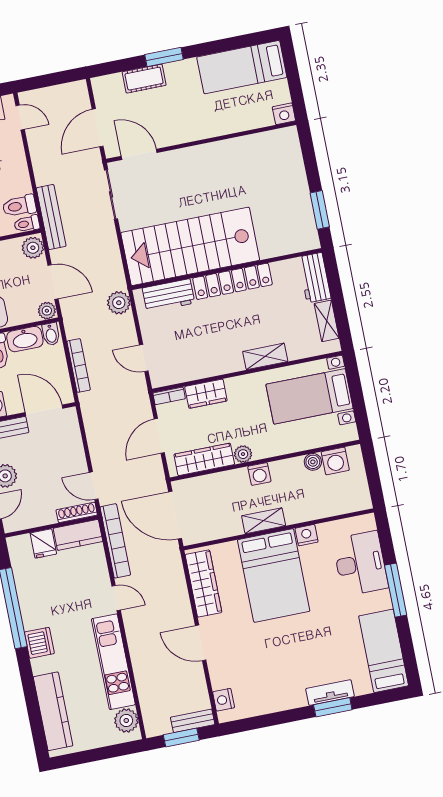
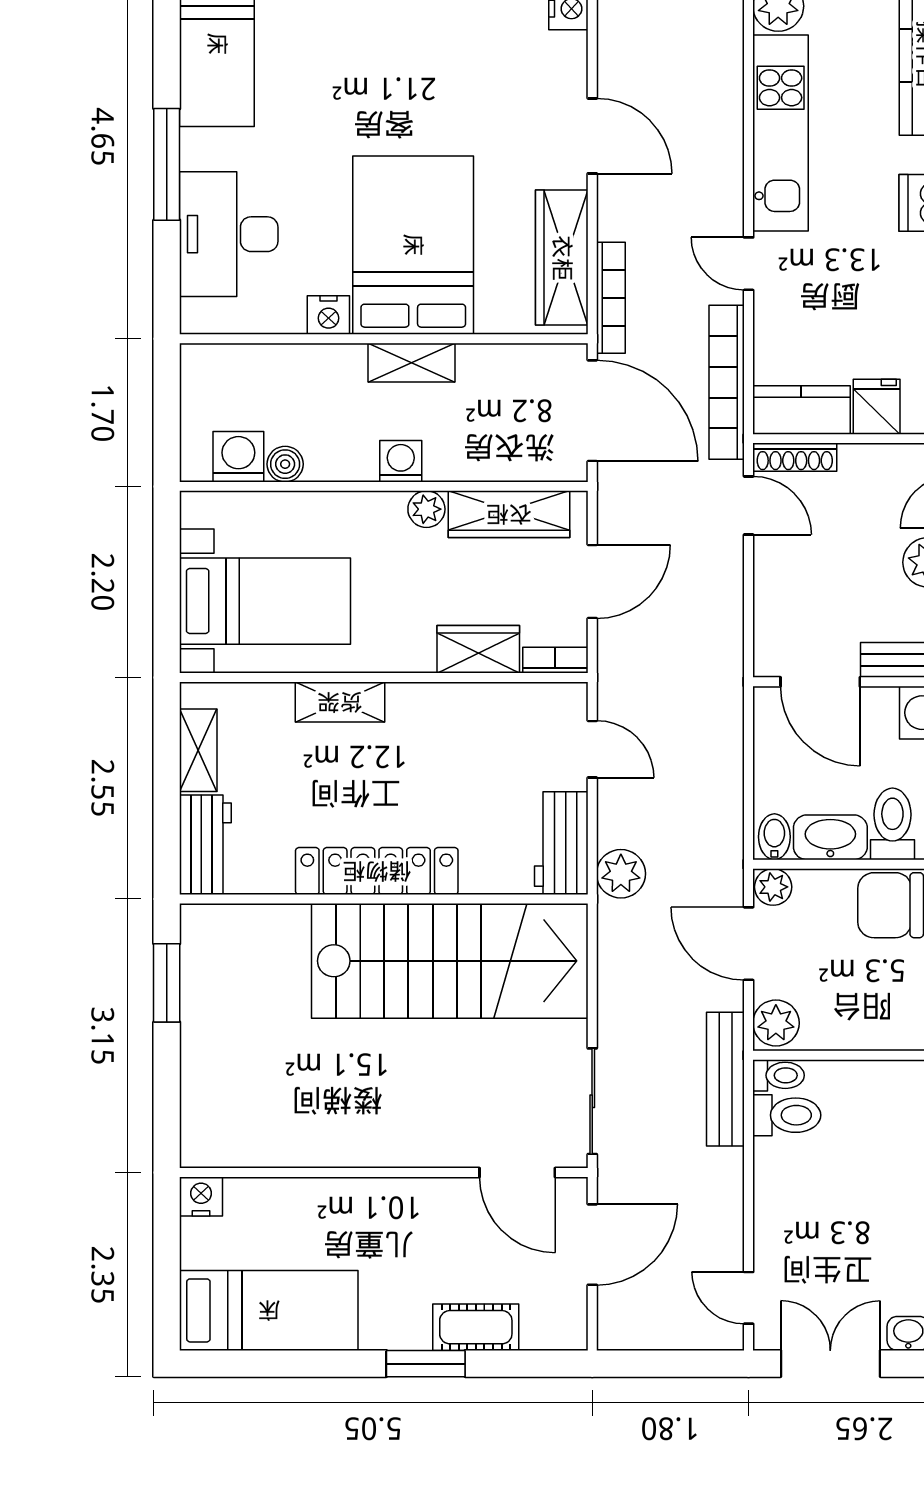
workbench: (169, 296) -> (561, 843), moved, turned -90
bookcase: (79, 366) -> (611, 298), moved, turned 180

